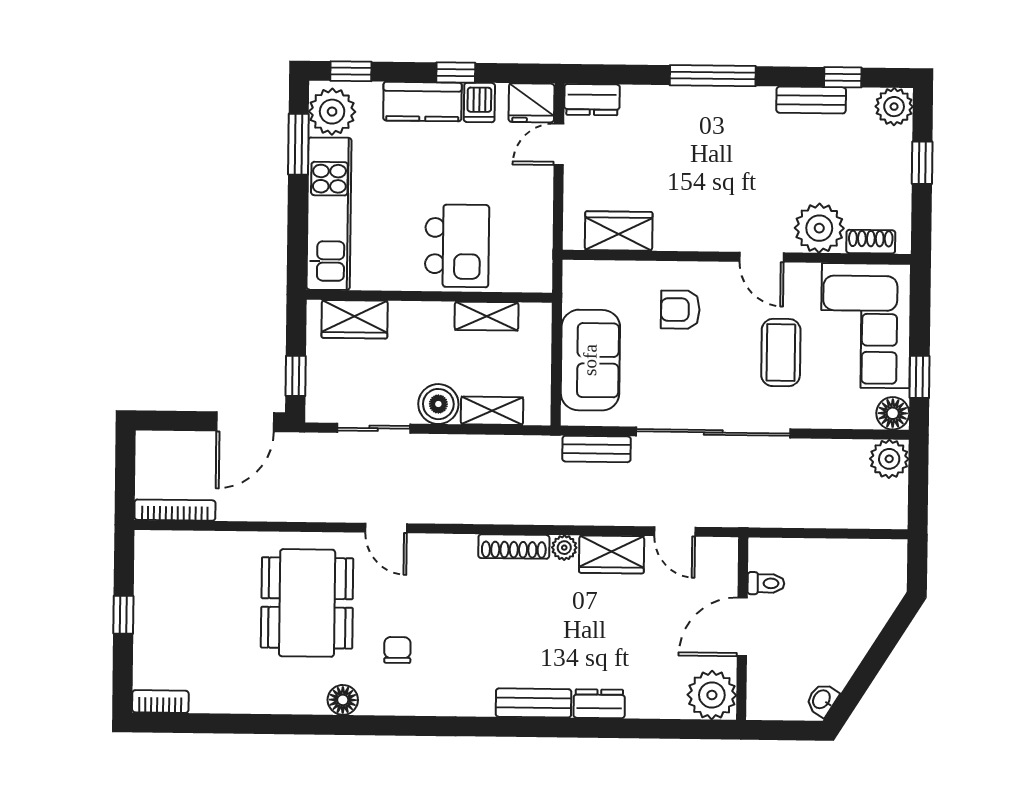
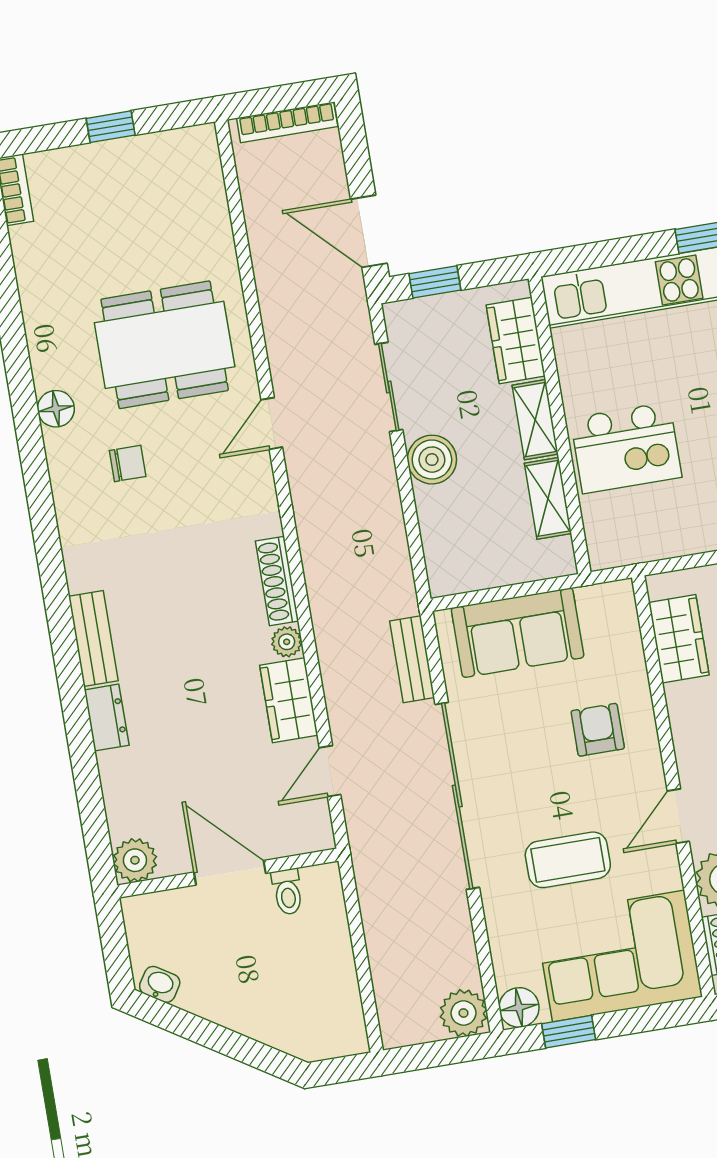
shelving: (492, 411) -> (535, 420), moved
bookcase: (175, 510) -> (287, 122), moved, turned 90
plant: (712, 695) -> (135, 860), width x0.73, depth x0.73

